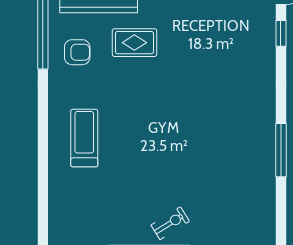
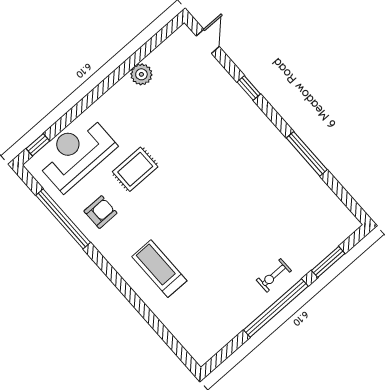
window: (281, 33) -> (249, 88), moved
exercise bike: (170, 223) -> (274, 275), turned -148

